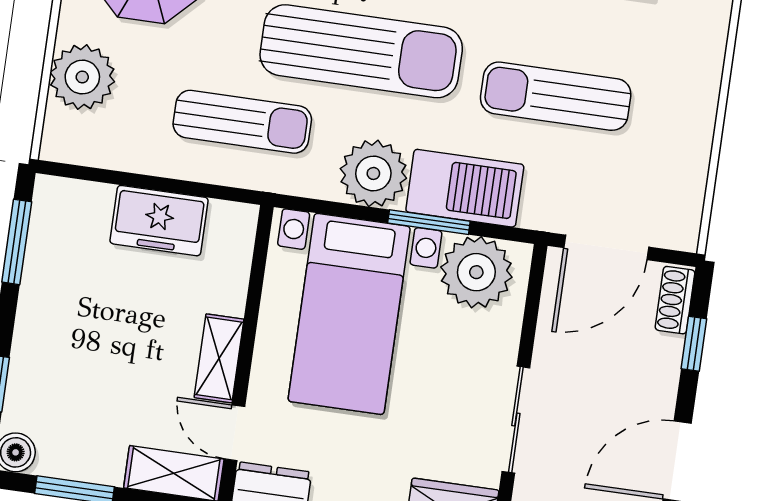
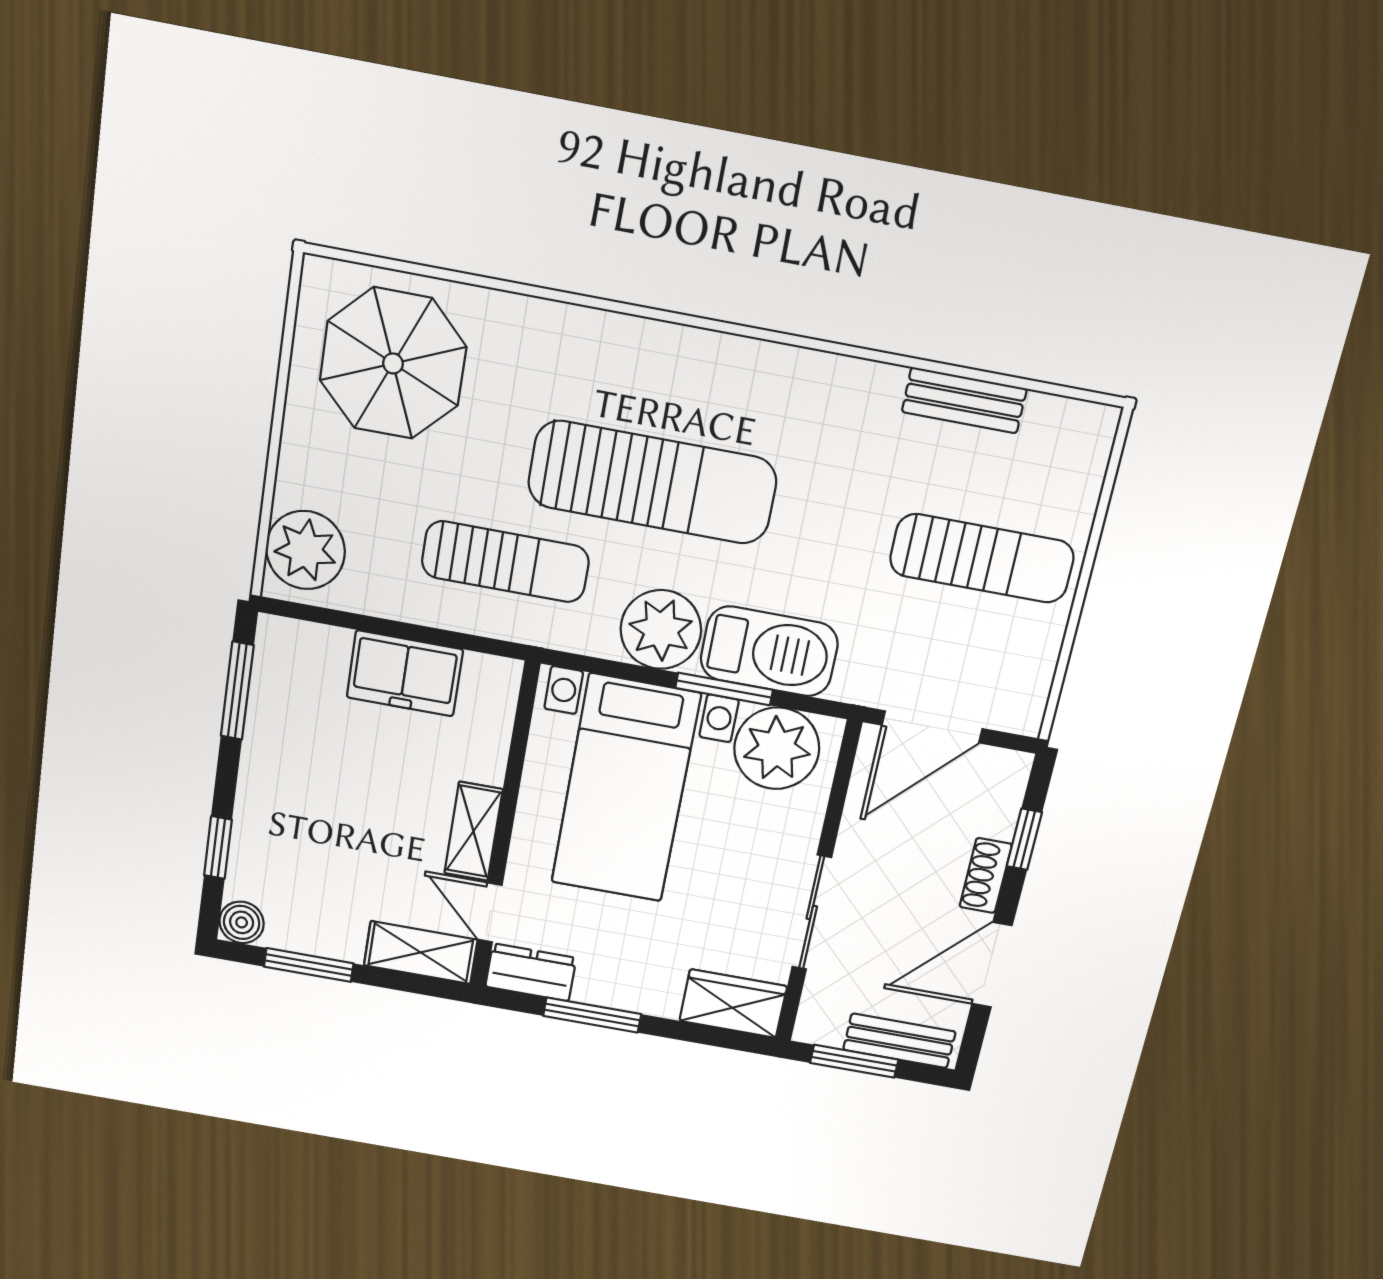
plant: (82, 77) -> (305, 550), moved
sun lounger: (556, 96) -> (982, 558), moved, turned 180
shoe rack: (675, 300) -> (986, 876), moved

